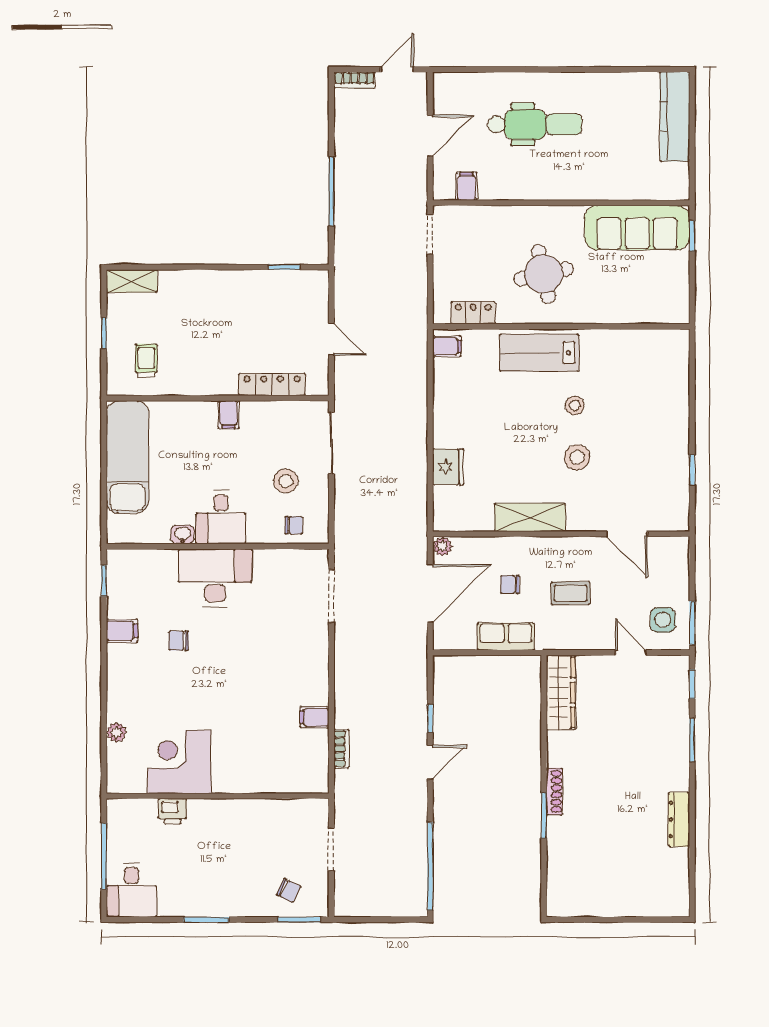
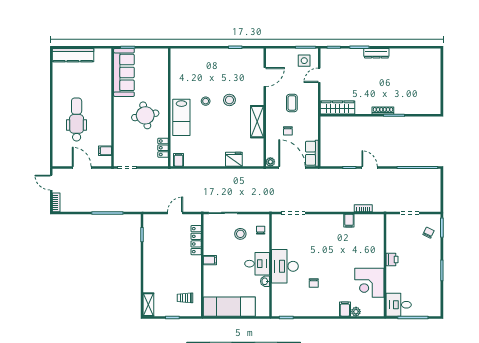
filing cabinet: (122, 631) -> (345, 309), moved
row of seats: (506, 637) -> (312, 153), moved
printer: (173, 811) -> (392, 259), moved
dresser: (679, 820) -> (376, 53), moved
desk: (131, 890) -> (399, 305), moved, turned 180

